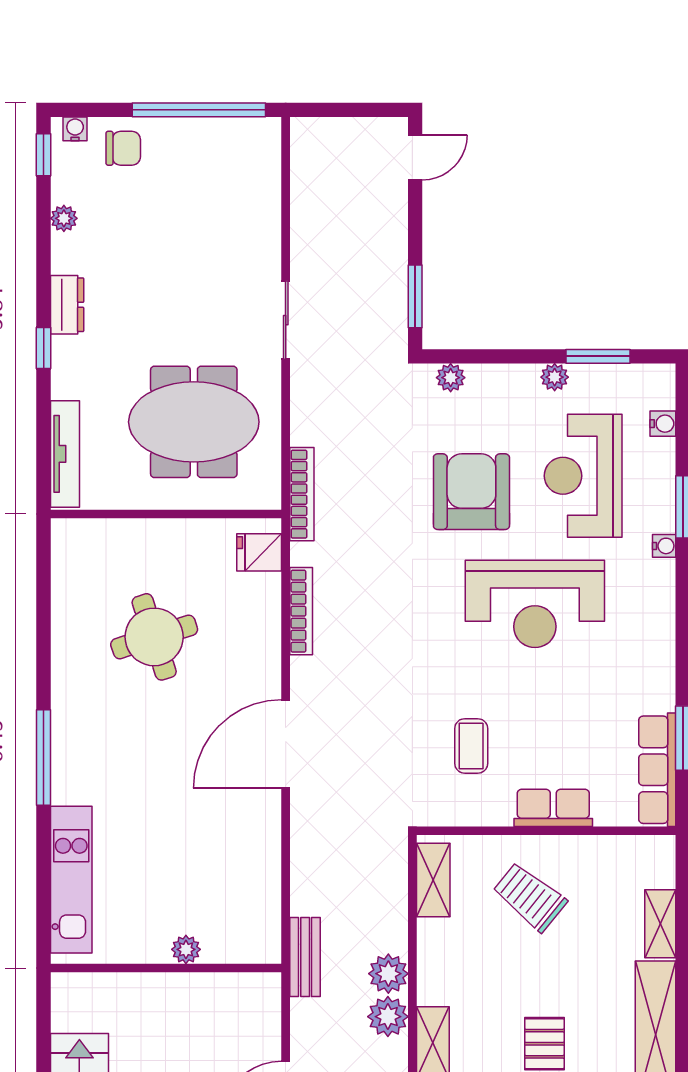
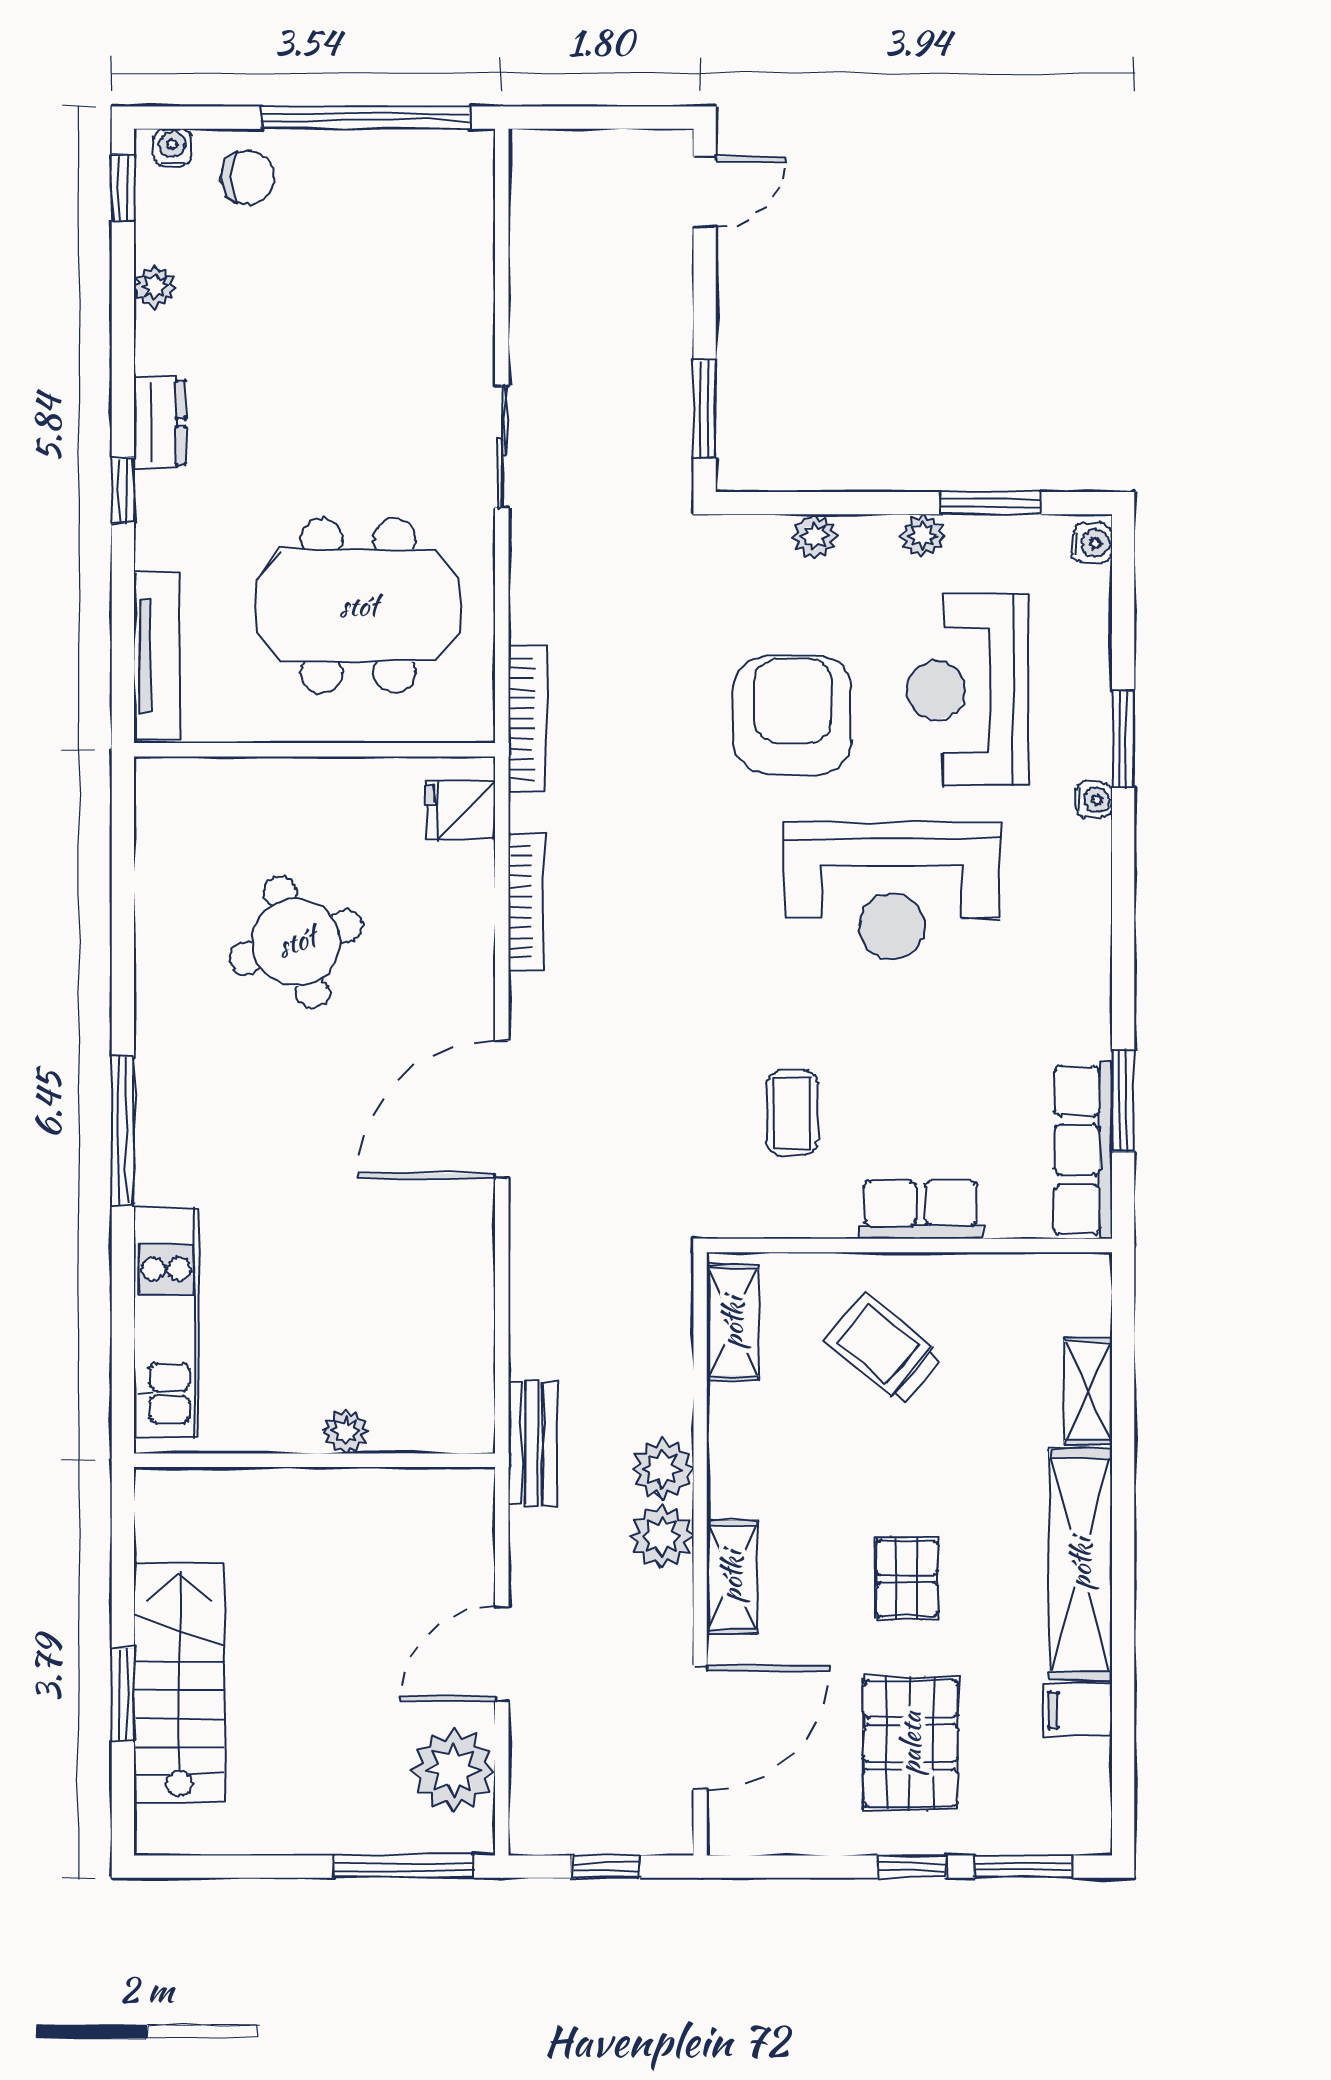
plant: (451, 378) -> (815, 536), moved
water cooler: (663, 424) -> (1092, 543), moved

